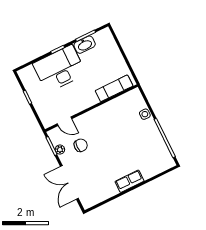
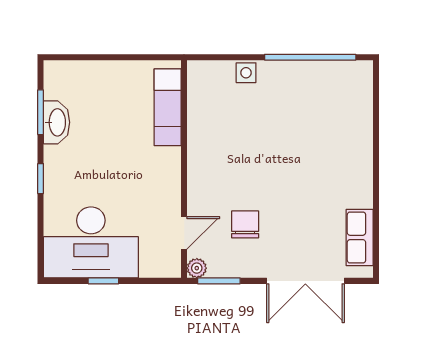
desk: (59, 69) -> (91, 242), moved, turned -90
plant: (60, 150) -> (197, 268), moved
row of seats: (130, 181) -> (360, 237), moved

